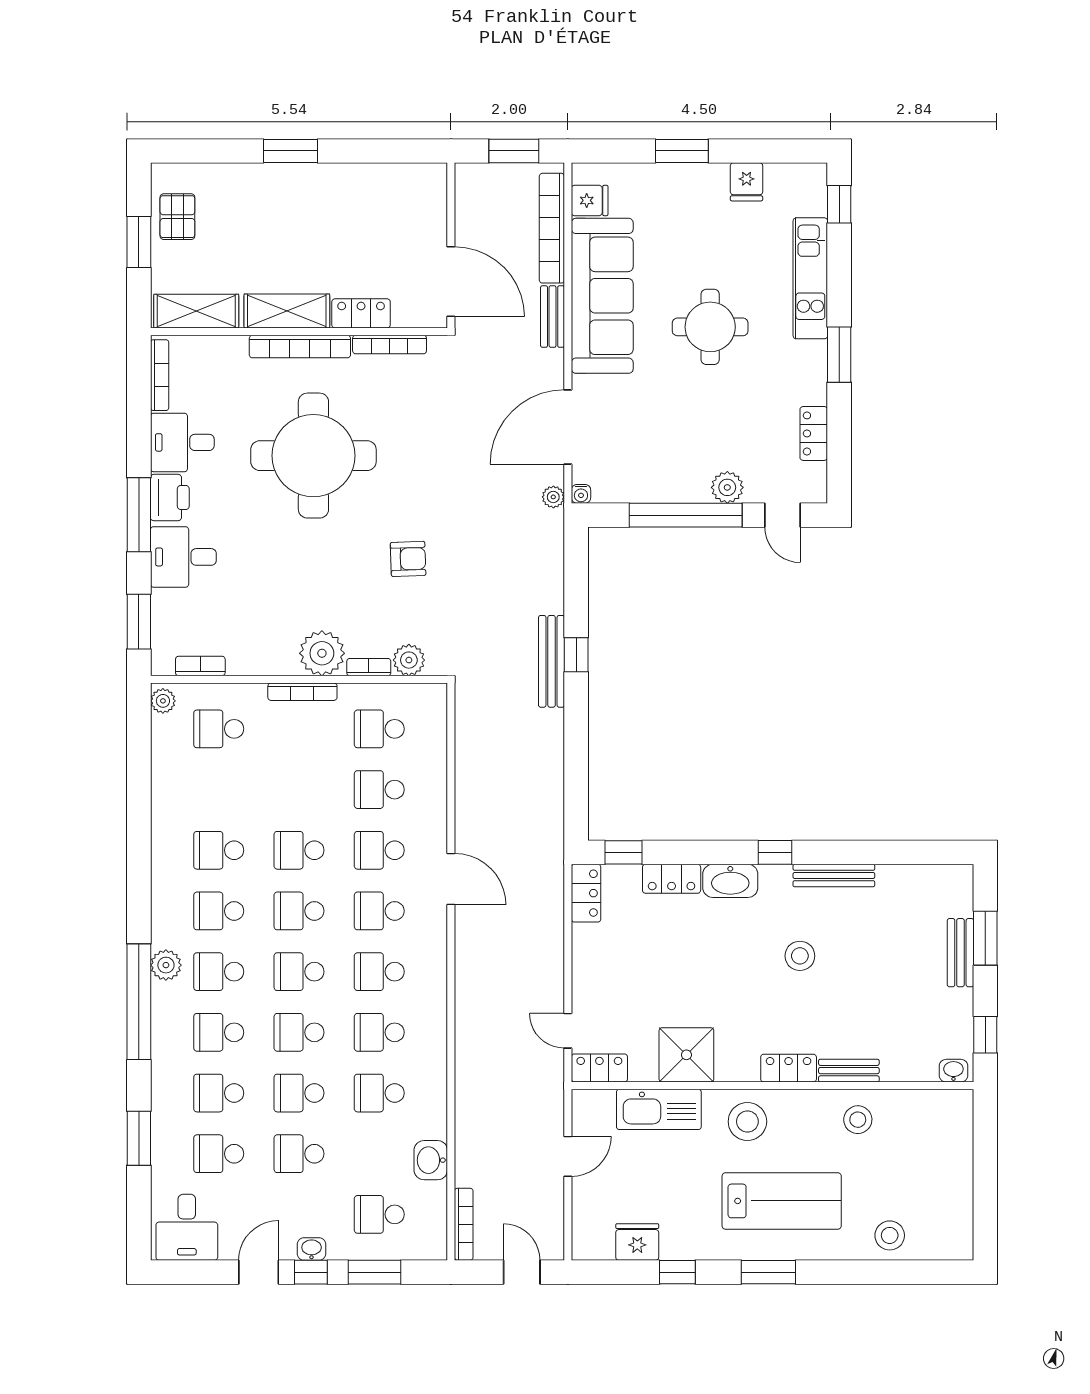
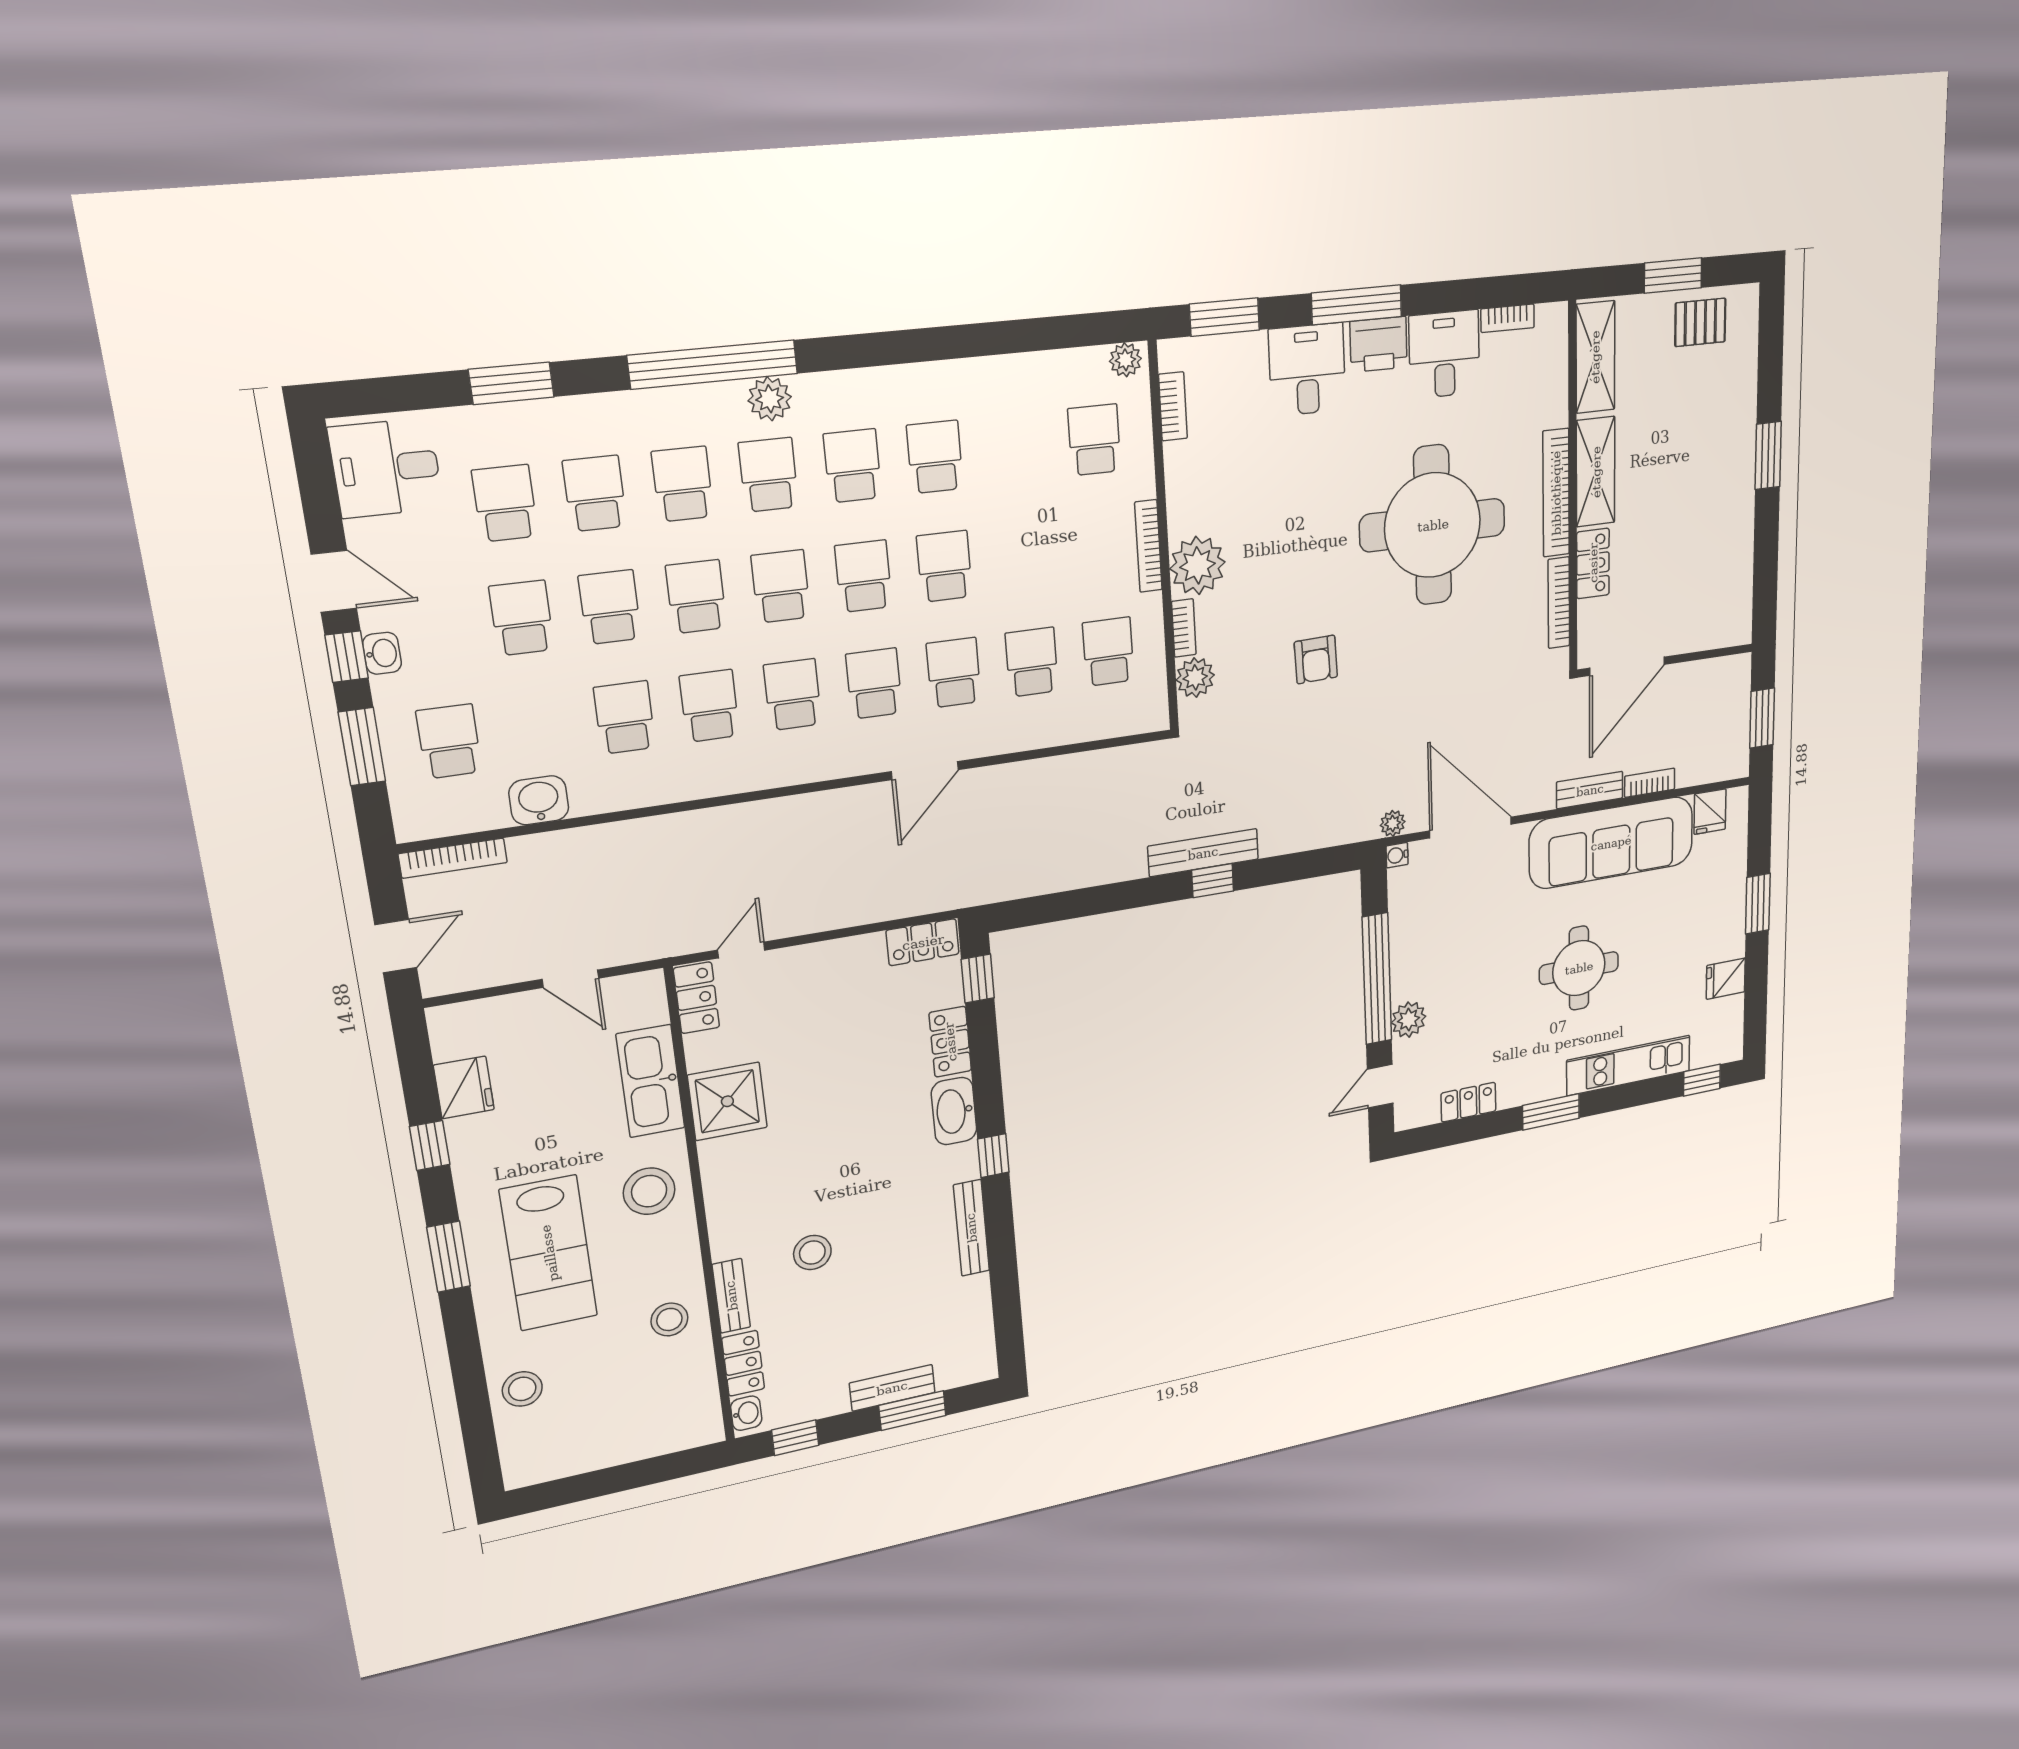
bookcase: (552, 228) -> (1650, 783), width x0.43, depth x0.76
bookcase: (160, 375) -> (1508, 318), width x0.64
stool: (800, 956) -> (812, 1252), moved
locker: (789, 1068) -> (743, 1363), moved

